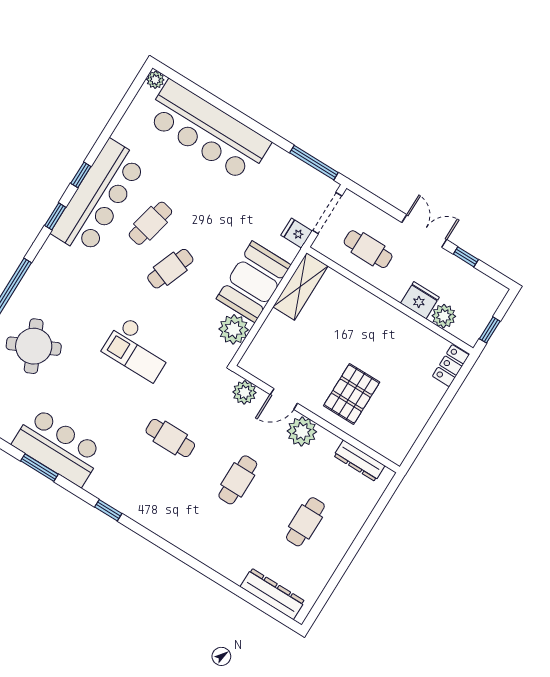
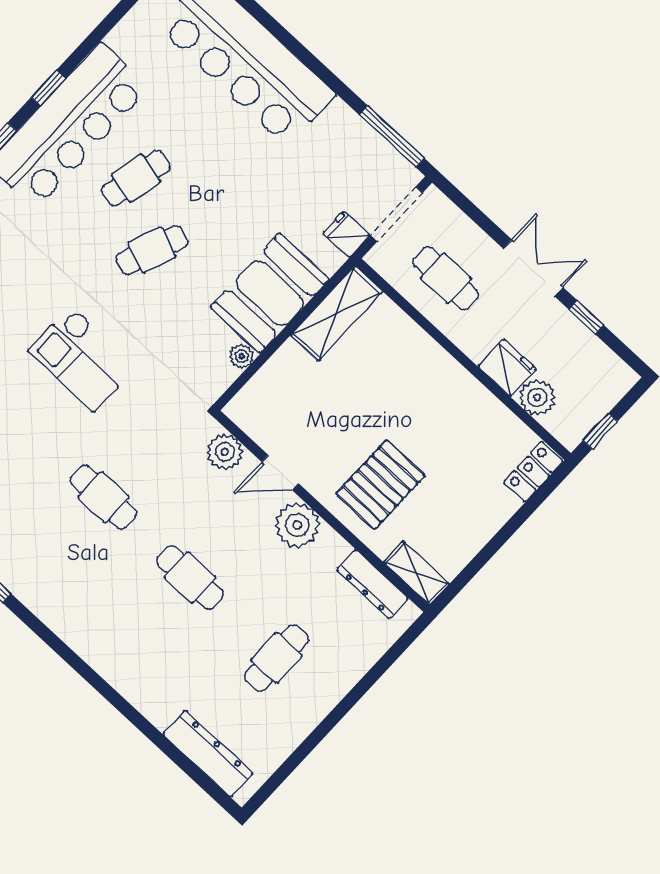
plant: (234, 329) -> (242, 356), width x0.53, depth x0.53
shelving: (387, 448) -> (416, 573), added
cafe table: (238, 480) -> (190, 578), turned 90

